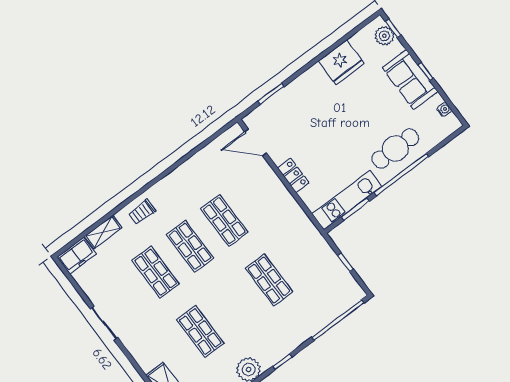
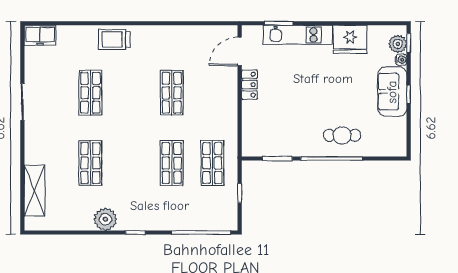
water cooler: (444, 109) -> (401, 60), moved
door: (255, 142) -> (240, 51), hinge flipped
cafe table: (395, 148) -> (342, 135), width x0.73, depth x0.74
locker: (293, 175) -> (249, 85), moved
kitchen unit: (347, 200) -> (298, 35), moved, turned 180
trolley: (142, 212) -> (114, 39), width x1.36, depth x1.39
shelving: (103, 232) -> (73, 33), removed
shop shelf: (190, 246) -> (212, 163), moved

